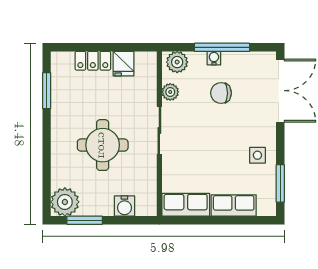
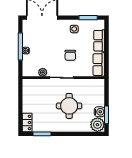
locker: (93, 61) -> (27, 122), moved
plant: (177, 62) -> (28, 69), removed
fridge: (123, 64) -> (29, 96), removed
chair: (221, 93) -> (70, 55), moved
water cooler: (124, 206) -> (99, 112), moved

